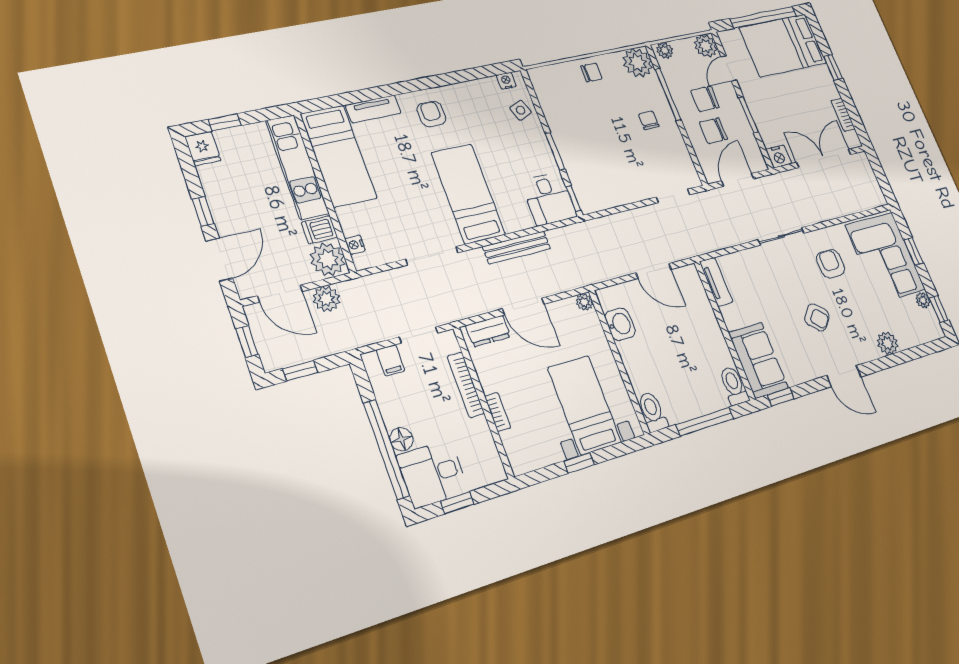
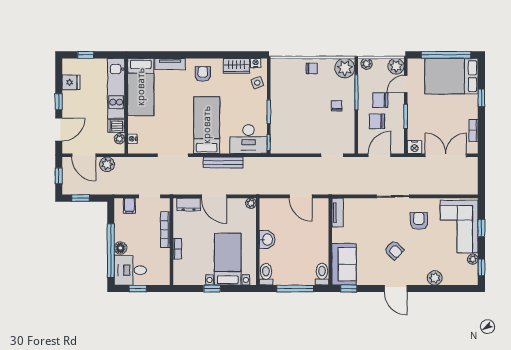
wardrobe: (479, 91) -> (236, 66), added
fridge: (203, 149) -> (71, 82), moved, turned -90
desk: (549, 199) -> (249, 139), width x1.37
plant: (328, 259) -> (119, 139), width x0.53, depth x0.53
washbasin: (620, 324) -> (267, 240), moved

